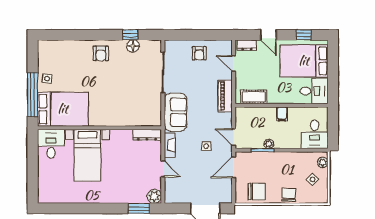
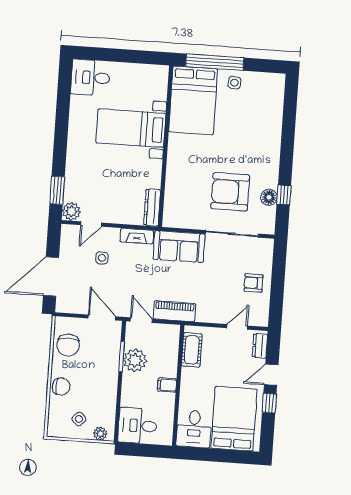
window: (304, 35) -> (269, 403), moved
armchair: (101, 53) -> (230, 192), moved, width x1.88, depth x1.88
piano: (225, 96) -> (174, 311), moved
door: (234, 137) -> (141, 320), hinge flipped
desk: (51, 144) -> (90, 78), moved, turned 180
plant: (269, 144) -> (135, 360), width x1.88, depth x1.88
side table: (206, 146) -> (102, 258), moved
door: (163, 169) -> (91, 224), moved

